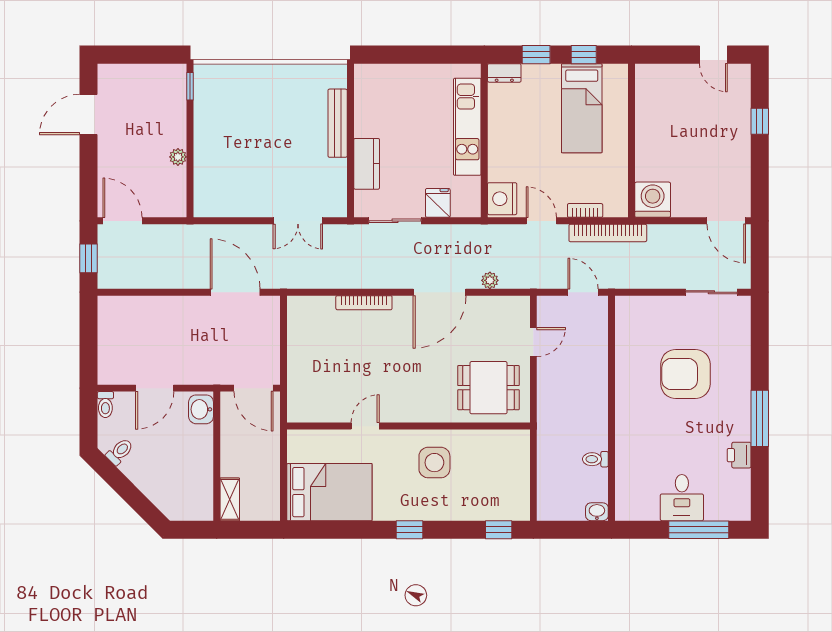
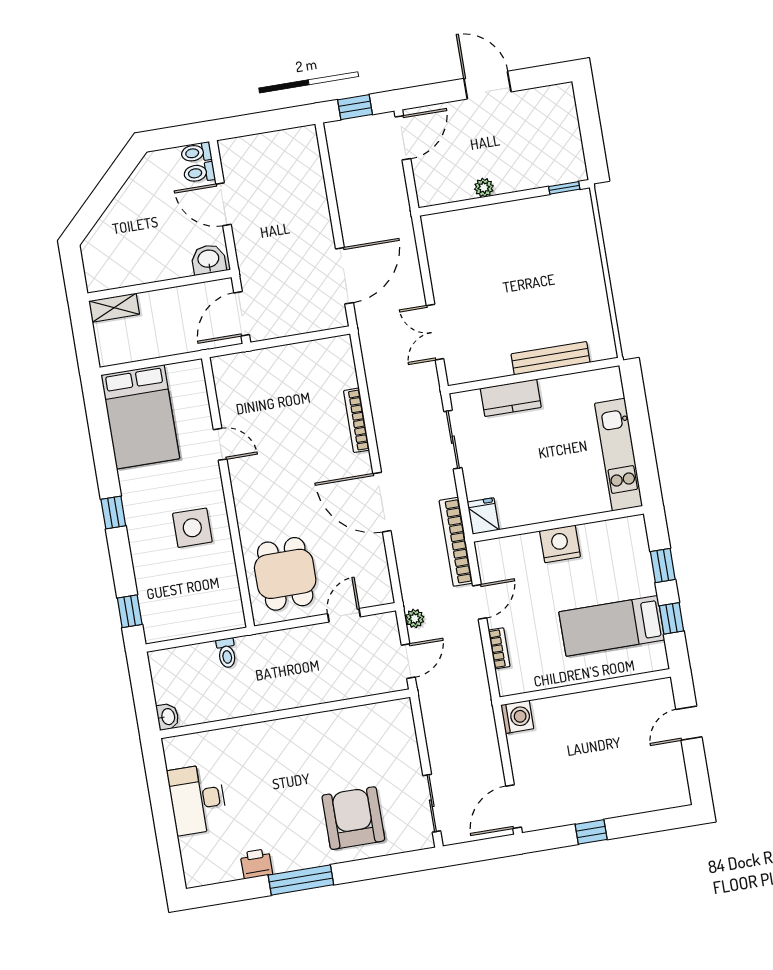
door: (713, 55) -> (689, 723), moved
dresser: (504, 73) -> (637, 534), removed
door: (88, 115) -> (487, 85), moved
window: (760, 121) -> (591, 832), moved
kitchen unit: (467, 127) -> (619, 455), moved, turned -90
nightstand: (502, 199) -> (560, 544), moved
washing machine: (653, 200) -> (517, 717), width x0.73, depth x0.73
fridge: (438, 203) -> (483, 516), moved, turned -90
bookcase: (608, 233) -> (456, 542), moved
plant: (490, 280) -> (415, 618), moved
door: (533, 342) -> (344, 615), swing flipped
armchair: (685, 374) -> (353, 818), moved
toilet: (120, 452) -> (199, 173), moved, turned 135
toilet: (595, 459) -> (227, 653), moved, turned 180
desk: (682, 498) -> (197, 799), width x1.37
window: (699, 530) -> (166, 833), removed

